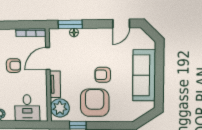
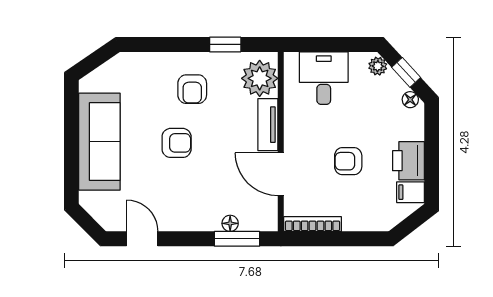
door: (121, 24) -> (142, 239), hinge flipped
door: (48, 59) -> (281, 174), swing flipped
armchair: (95, 103) -> (192, 89), width x0.53, depth x0.53

